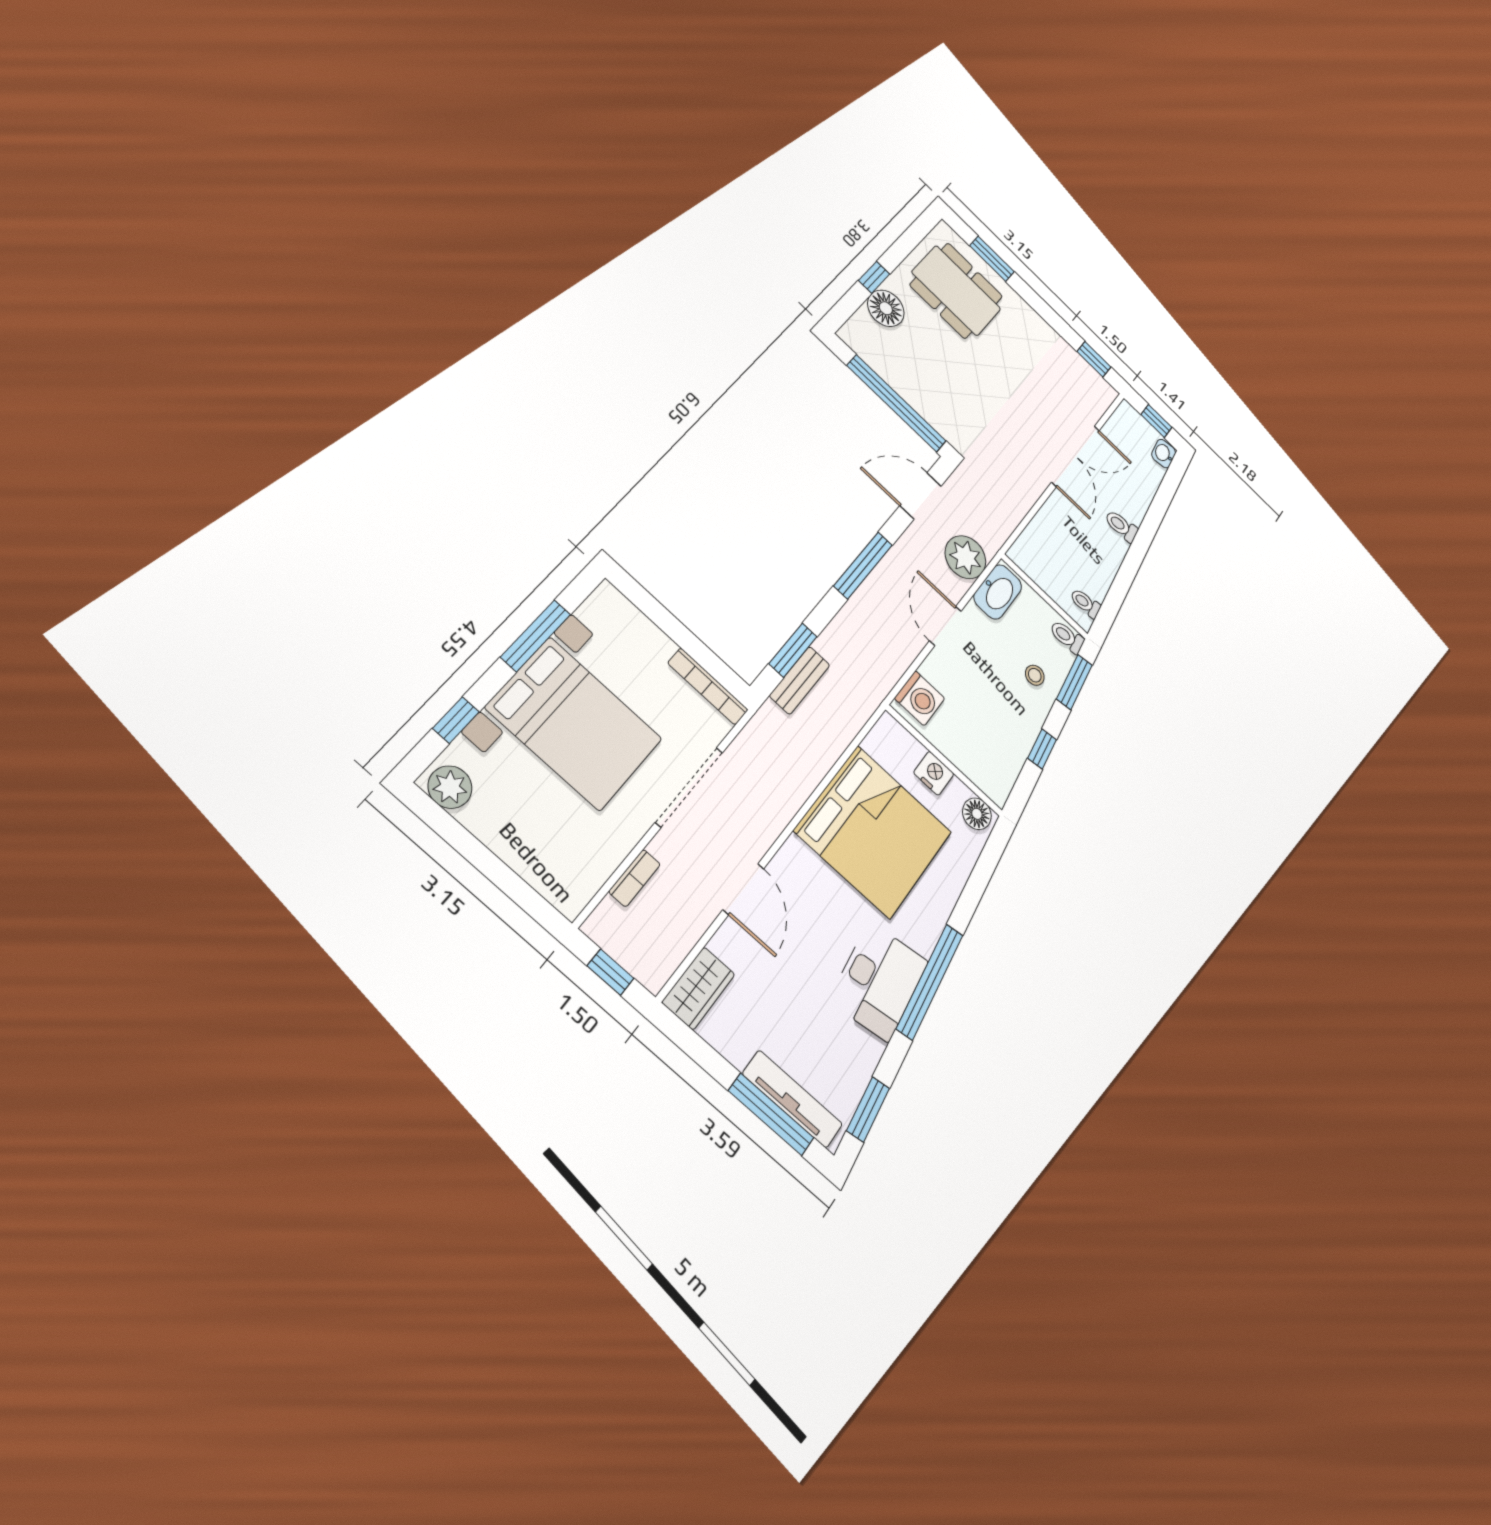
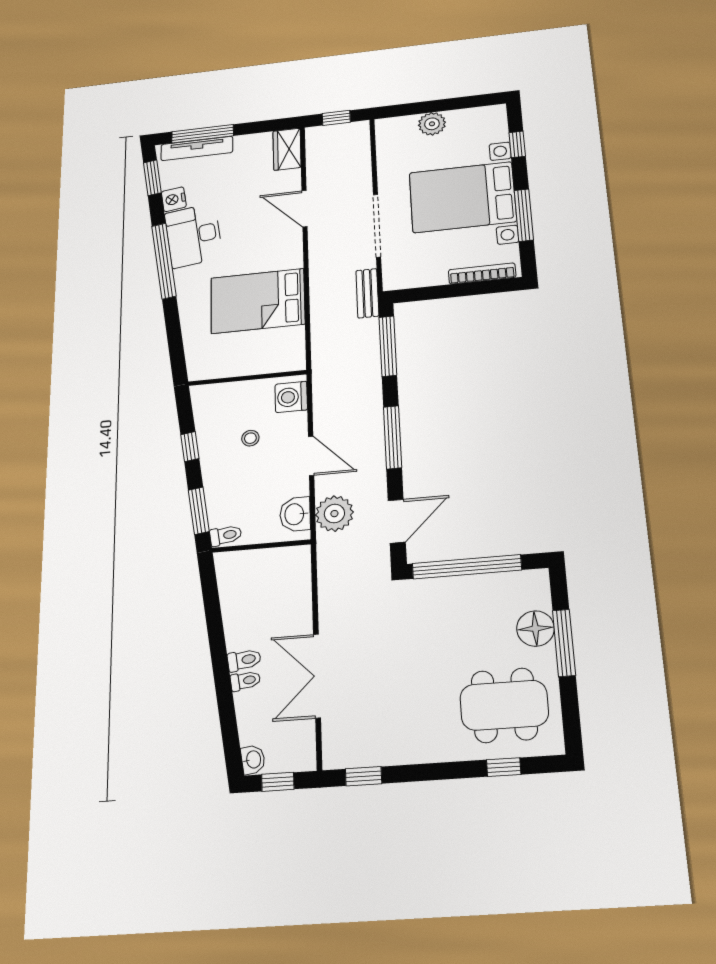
window: (992, 259) -> (504, 767), width x0.67
window: (874, 277) -> (564, 643), width x2.17
washbasin: (998, 592) -> (295, 514), width x0.72
toilet: (1086, 603) -> (245, 681), moved
window: (793, 650) -> (388, 346), width x1.44
stool: (1035, 675) -> (250, 438), moved
bench: (800, 680) -> (367, 293), moved
bookcase: (708, 686) -> (482, 273), moved
nightstand: (934, 773) -> (174, 199), moved, turned 82
plant: (450, 787) -> (432, 124), moved
floor lamp: (977, 814) -> (203, 369), removed
bed: (874, 831) -> (258, 301), width x0.73
bookcase: (635, 878) -> (364, 163), removed

